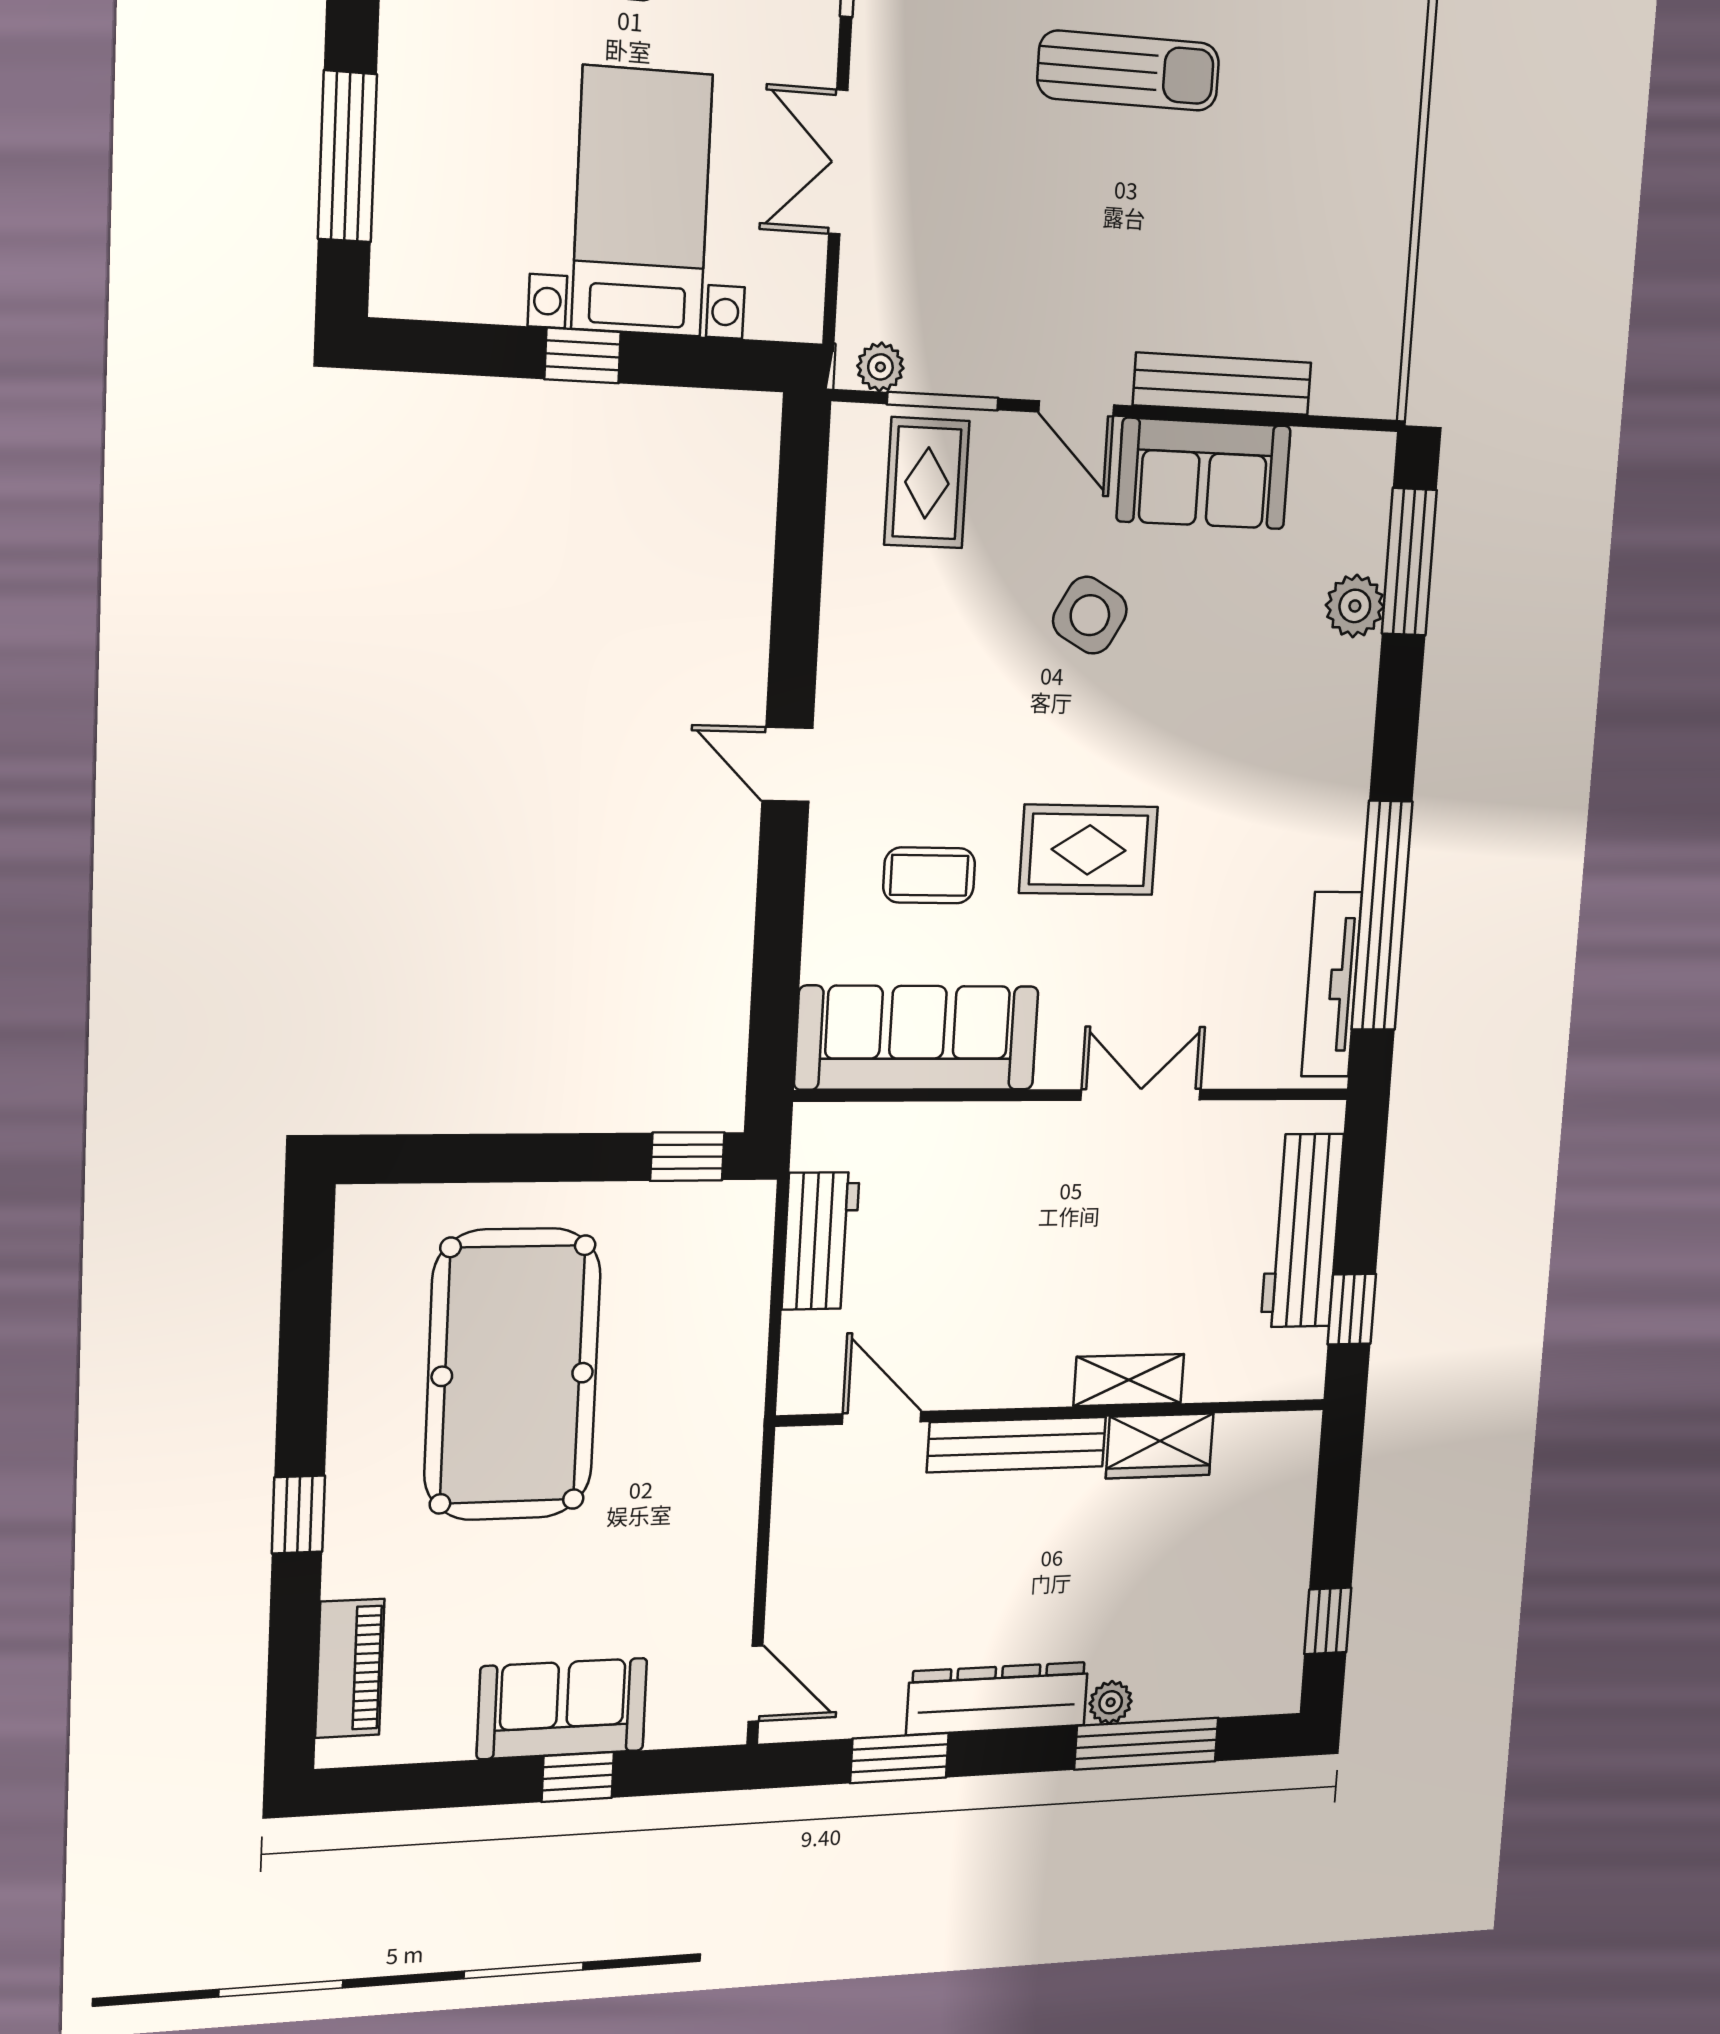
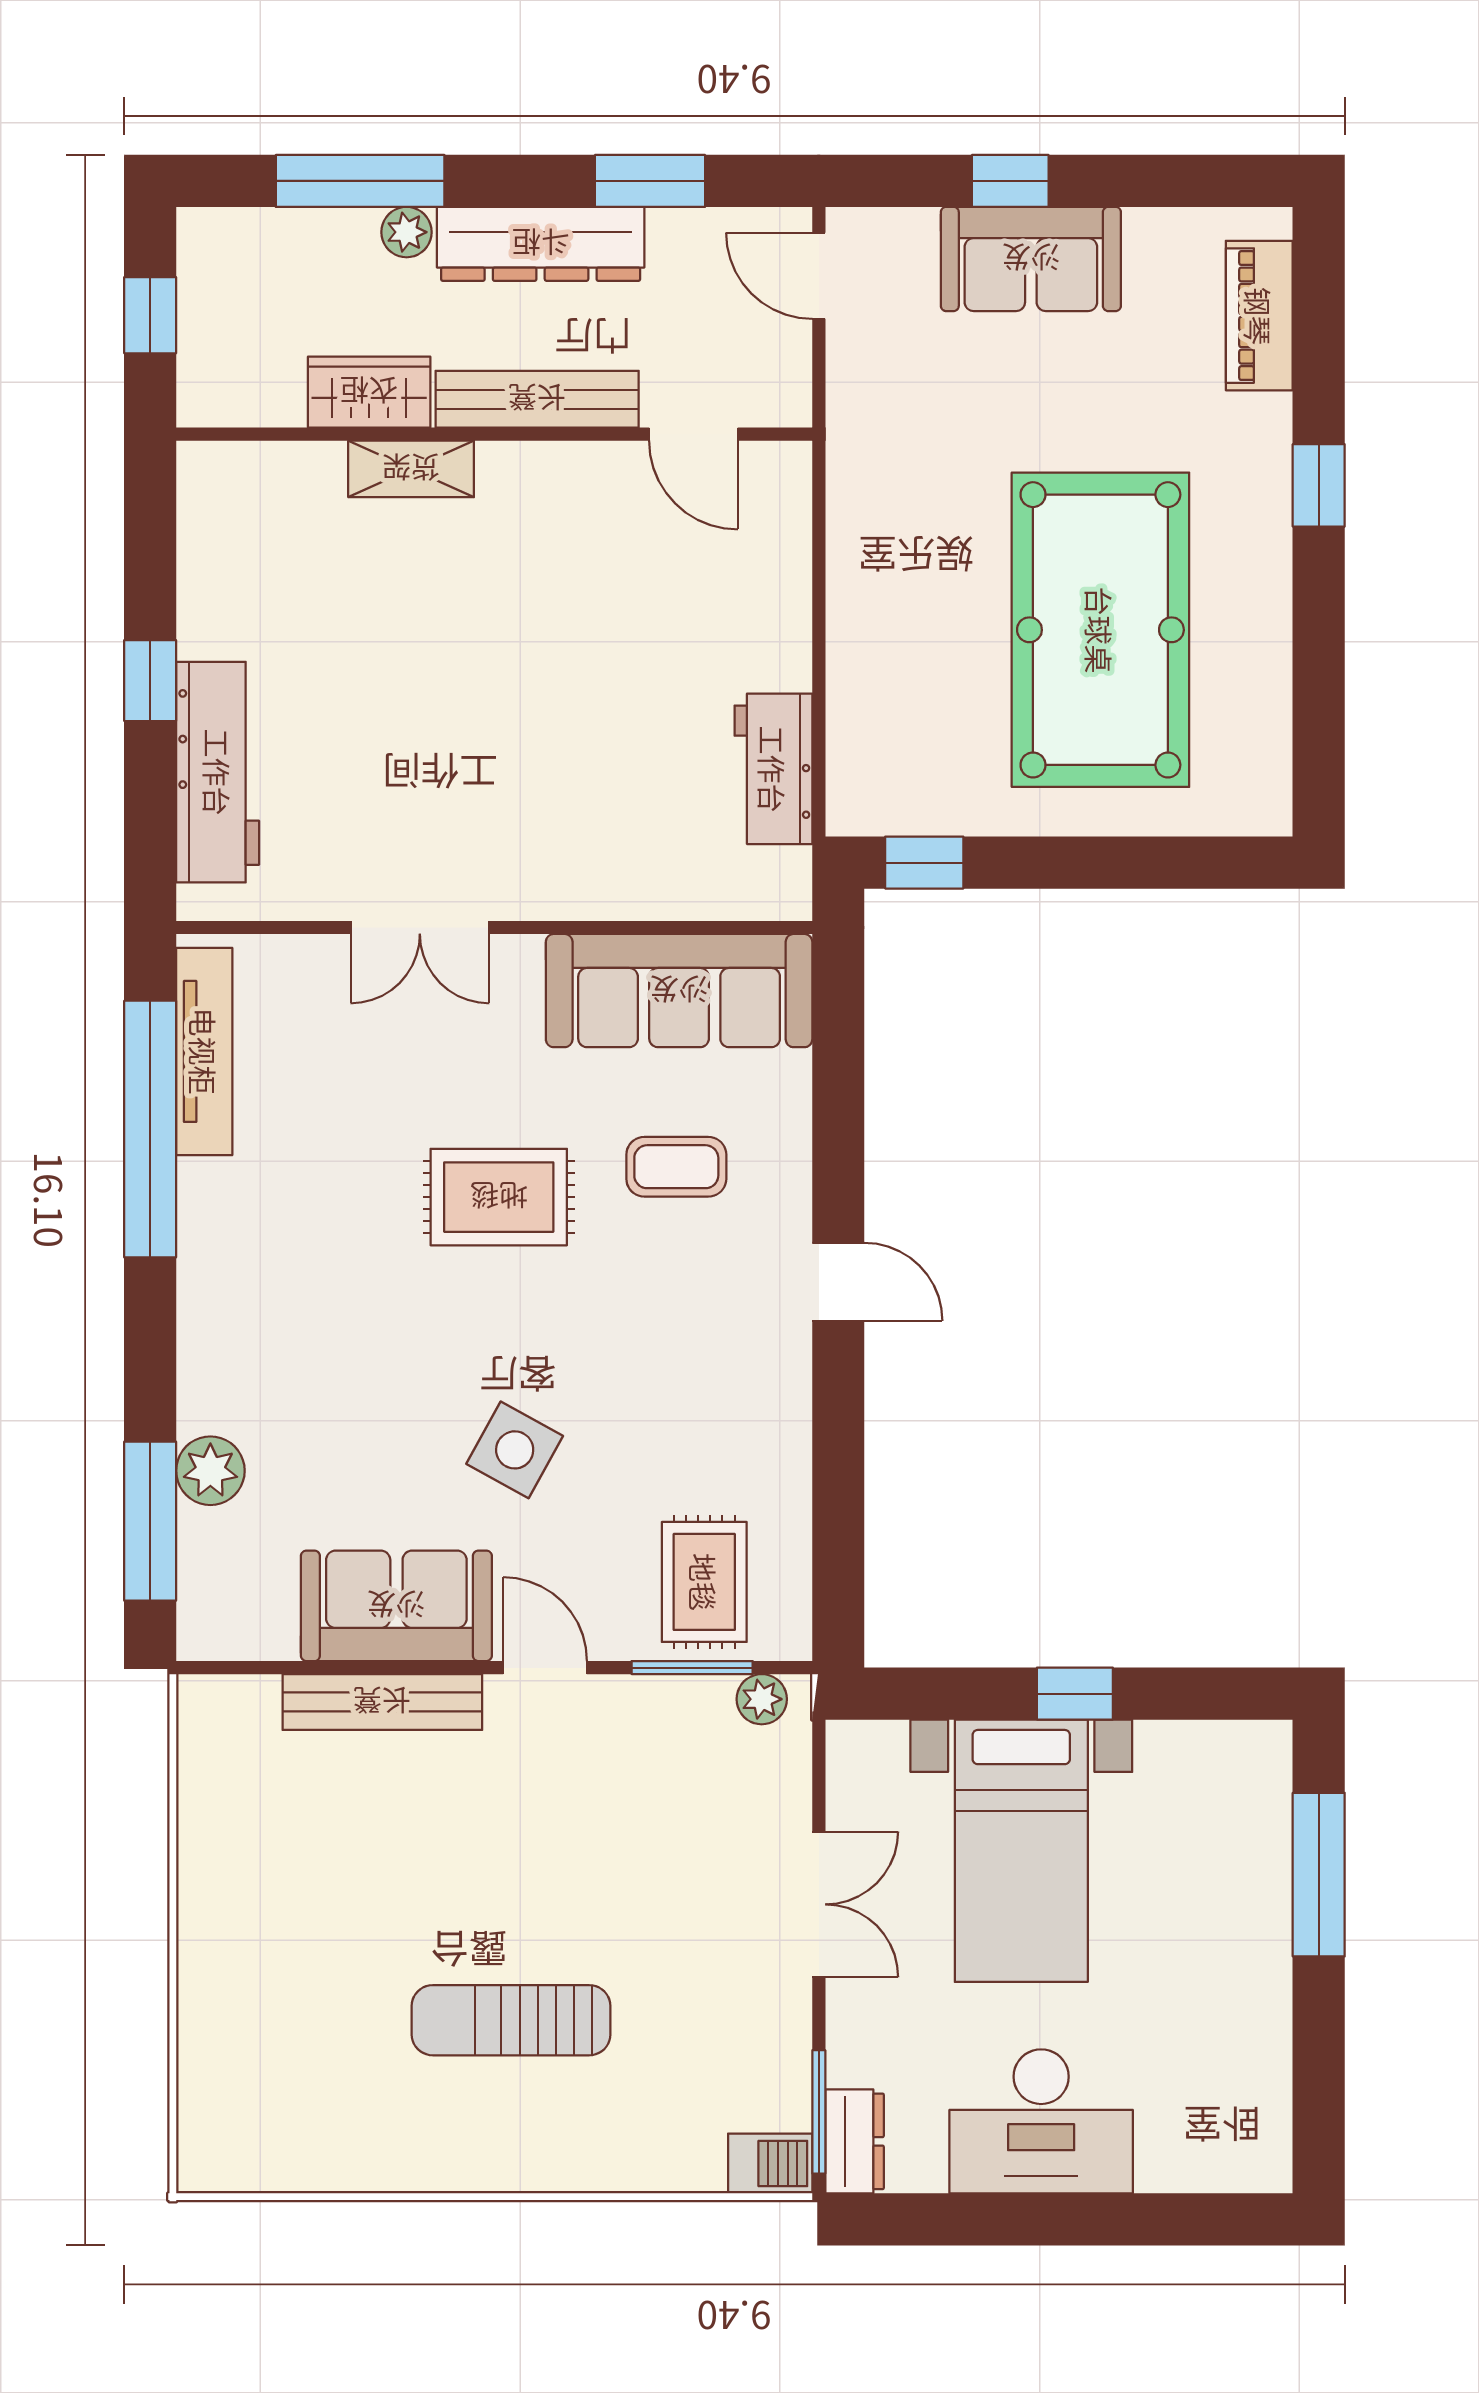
shelving: (1129, 1380) -> (411, 469), moved
wall: (1056, 1413) -> (494, 434), moved
door: (882, 1418) -> (693, 434), moved
bench: (1017, 1444) -> (537, 399), moved
wardrobe: (1160, 1446) -> (369, 392), moved

